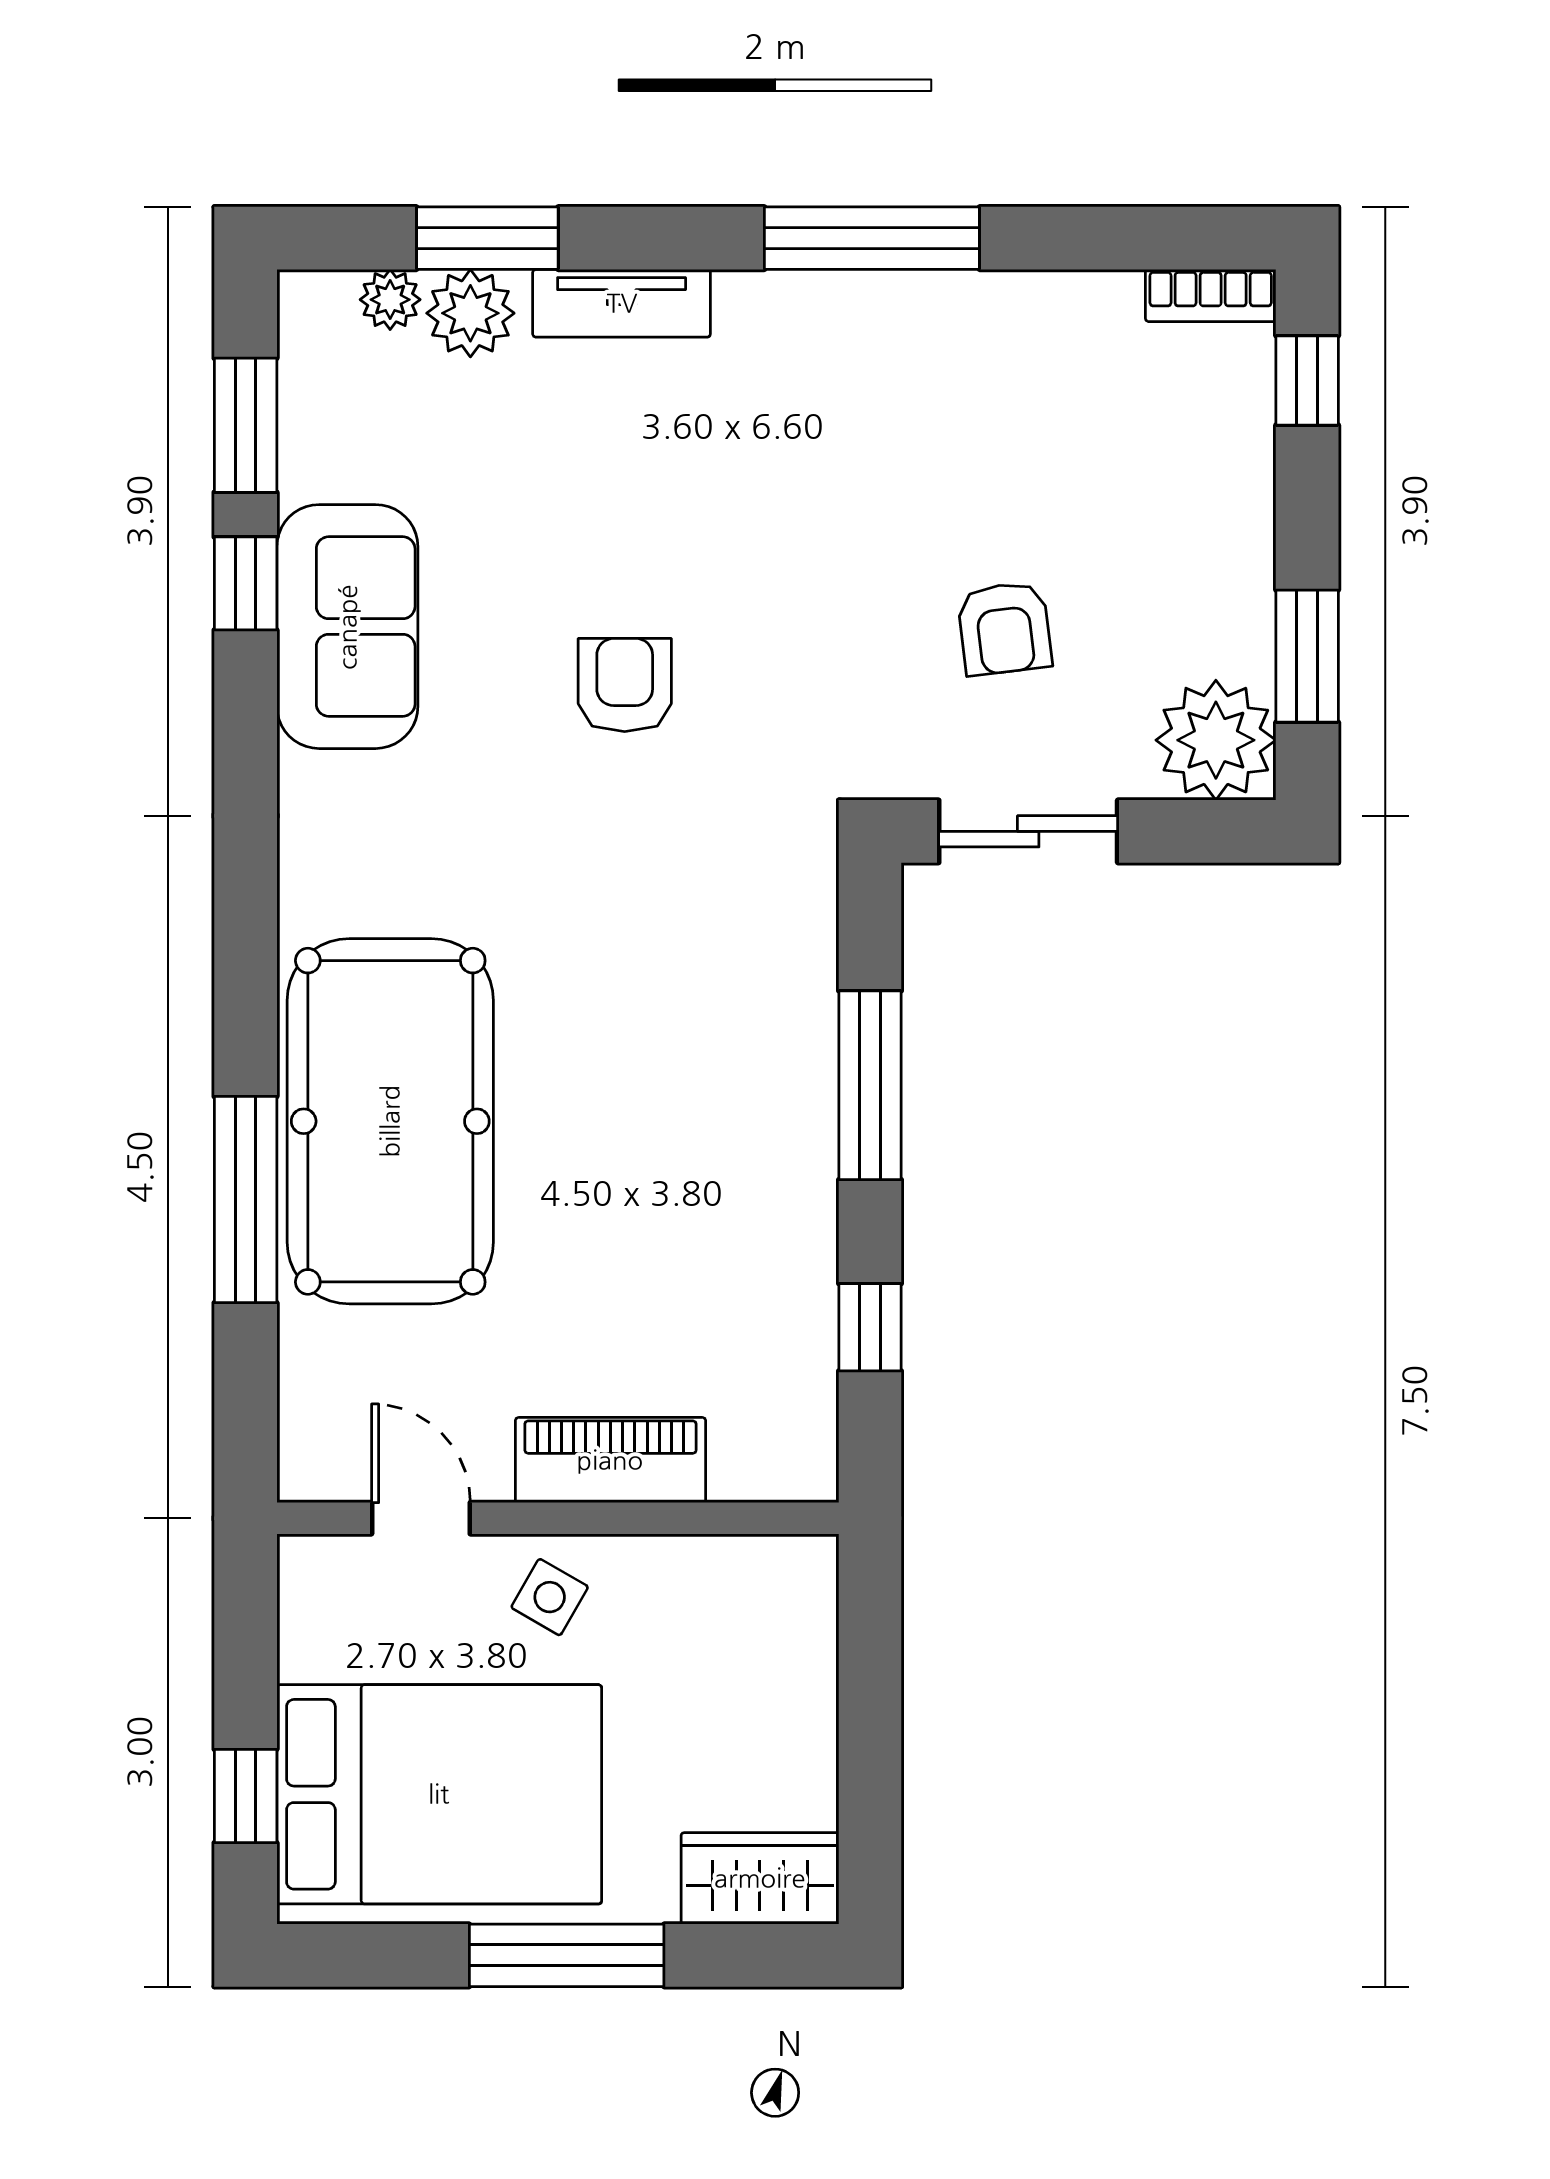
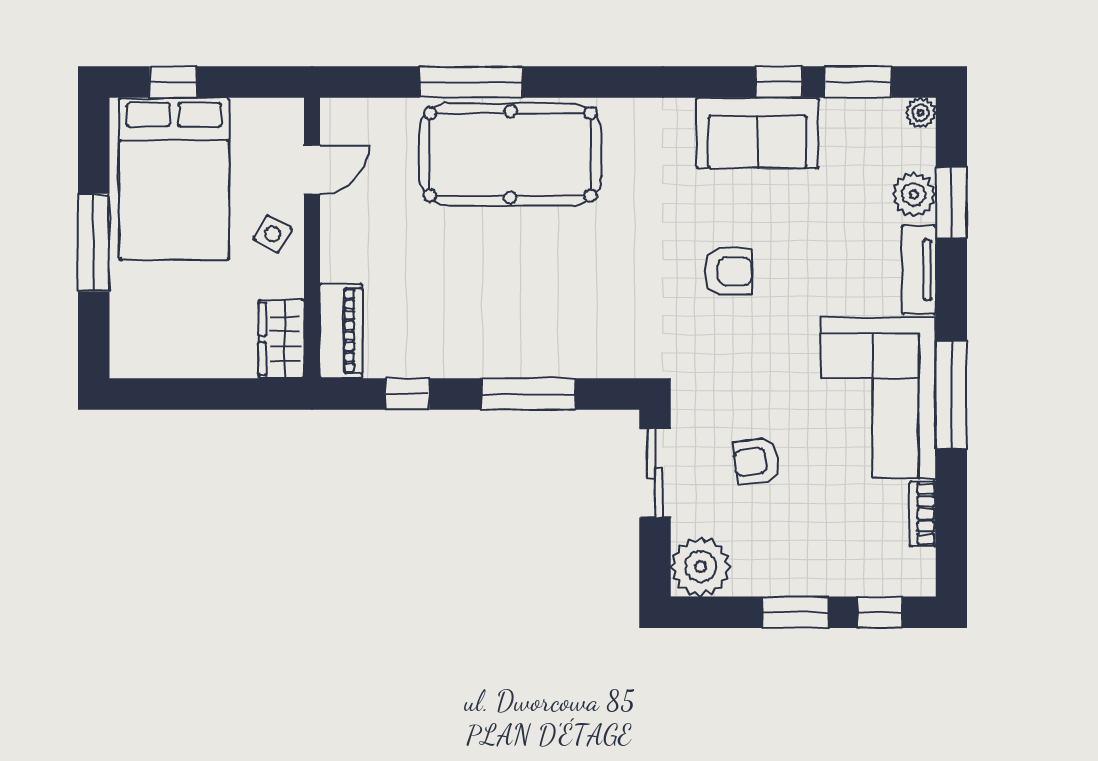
bookcase: (1211, 295) -> (923, 514), moved
plant: (390, 300) -> (921, 113), moved
corner sofa: (878, 384) -> (878, 398), added
window: (1307, 656) -> (795, 612), moved
piano: (610, 1460) -> (341, 331), moved
wardrobe: (760, 1878) -> (281, 339), moved, turned 180

